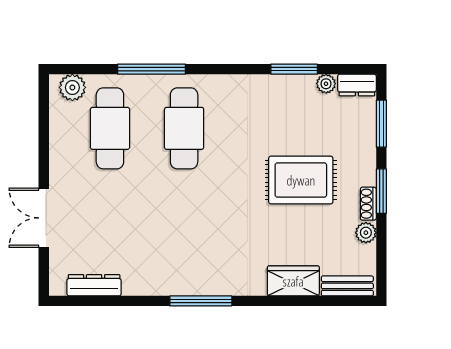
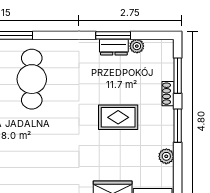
dresser: (357, 85) -> (114, 47), moved
rug: (301, 180) -> (118, 117), width x0.73, depth x0.70
shoe rack: (368, 204) -> (168, 94), moved

